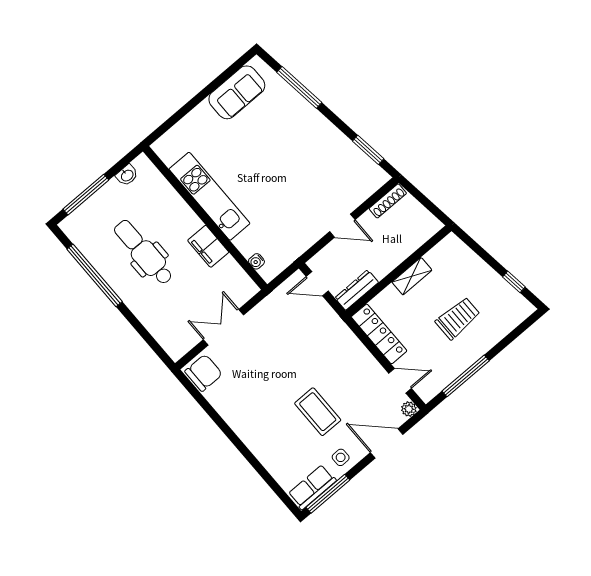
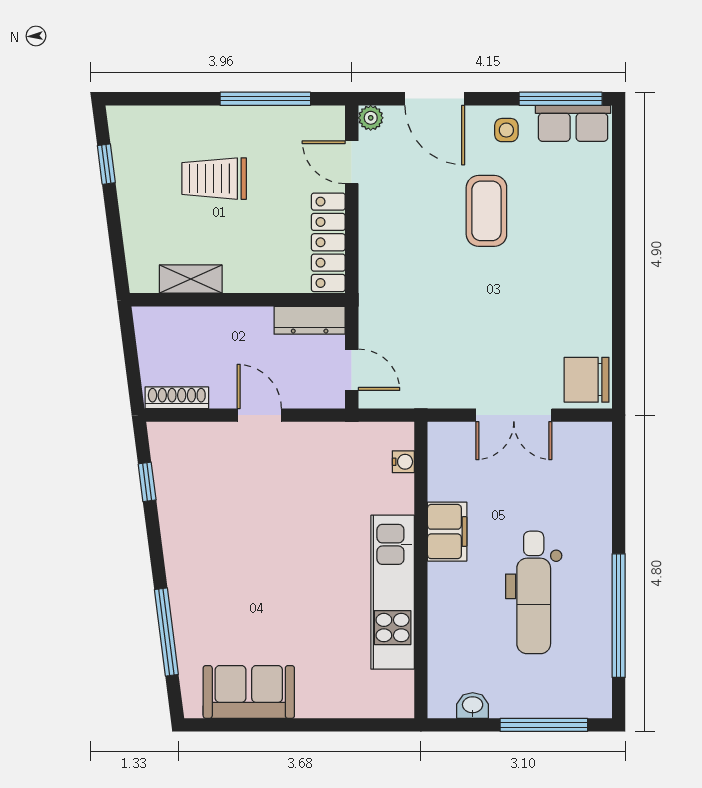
window: (368, 150) -> (147, 482), width x0.67
shelving: (412, 276) -> (191, 279), moved

